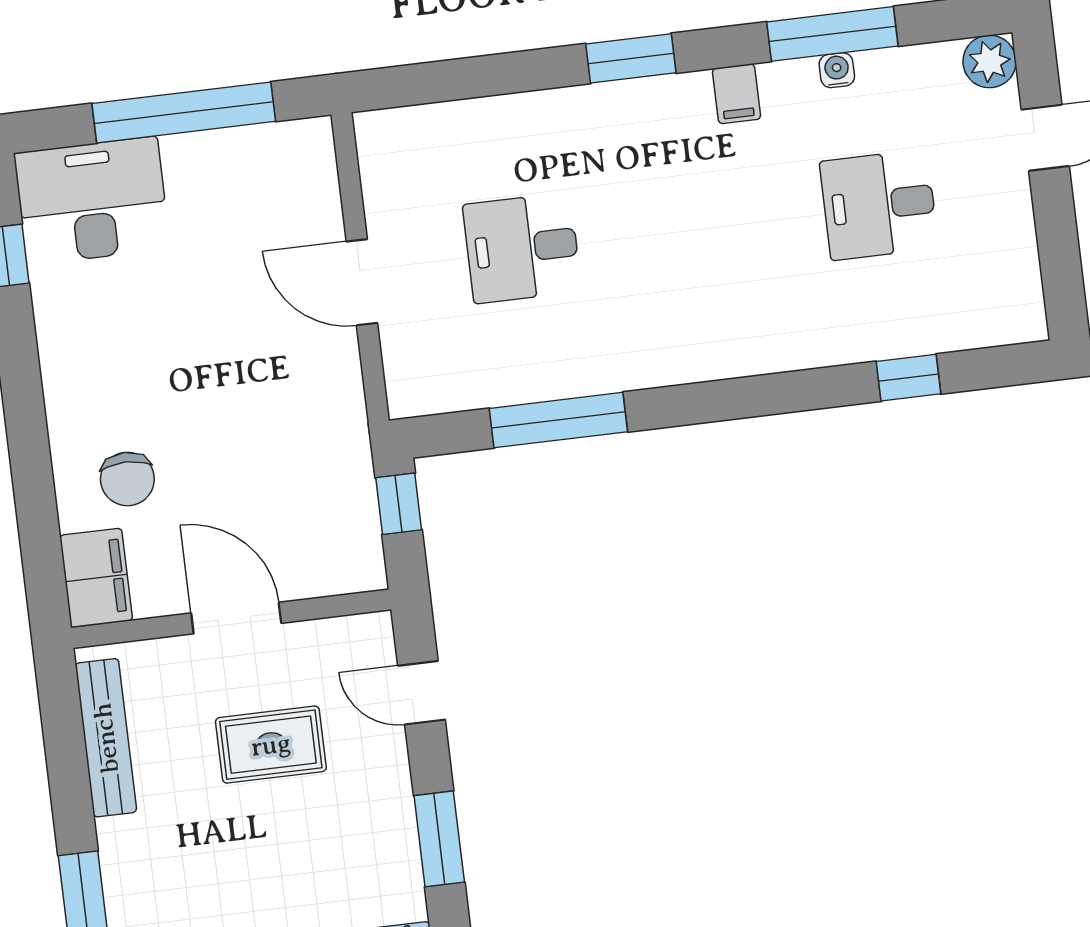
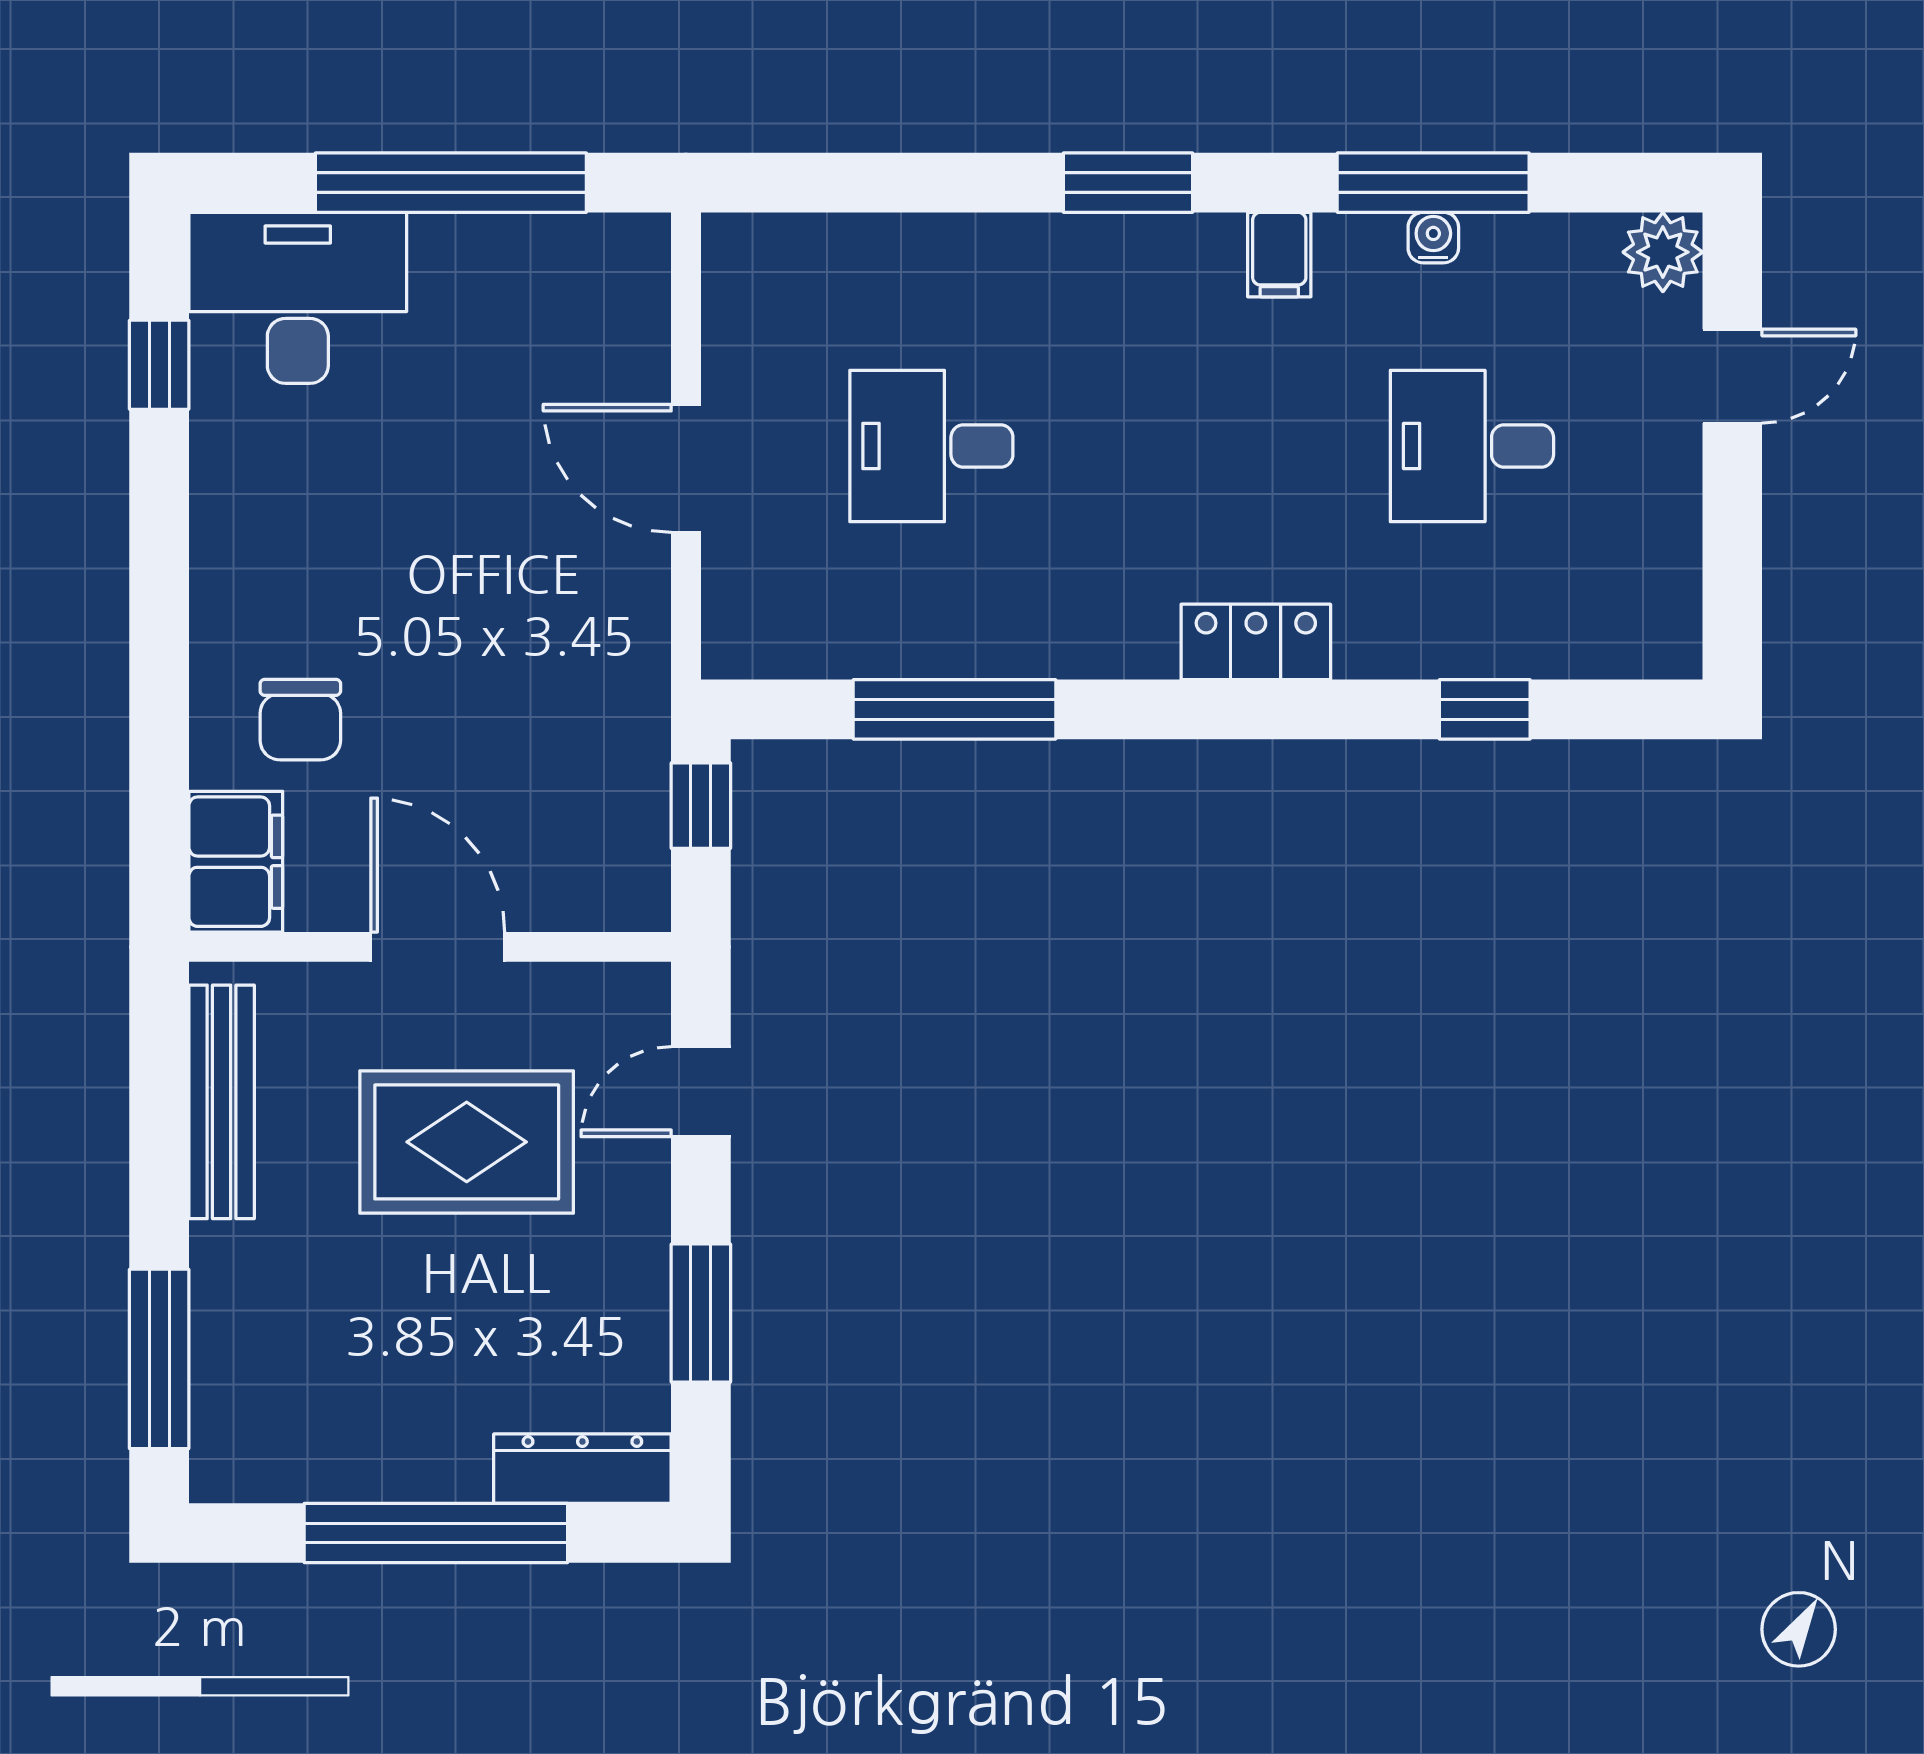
locker: (752, 351) -> (1256, 642), added
door: (421, 693) -> (701, 1092), hinge flipped
rug: (271, 745) -> (467, 1142), width x1.36, depth x1.43

